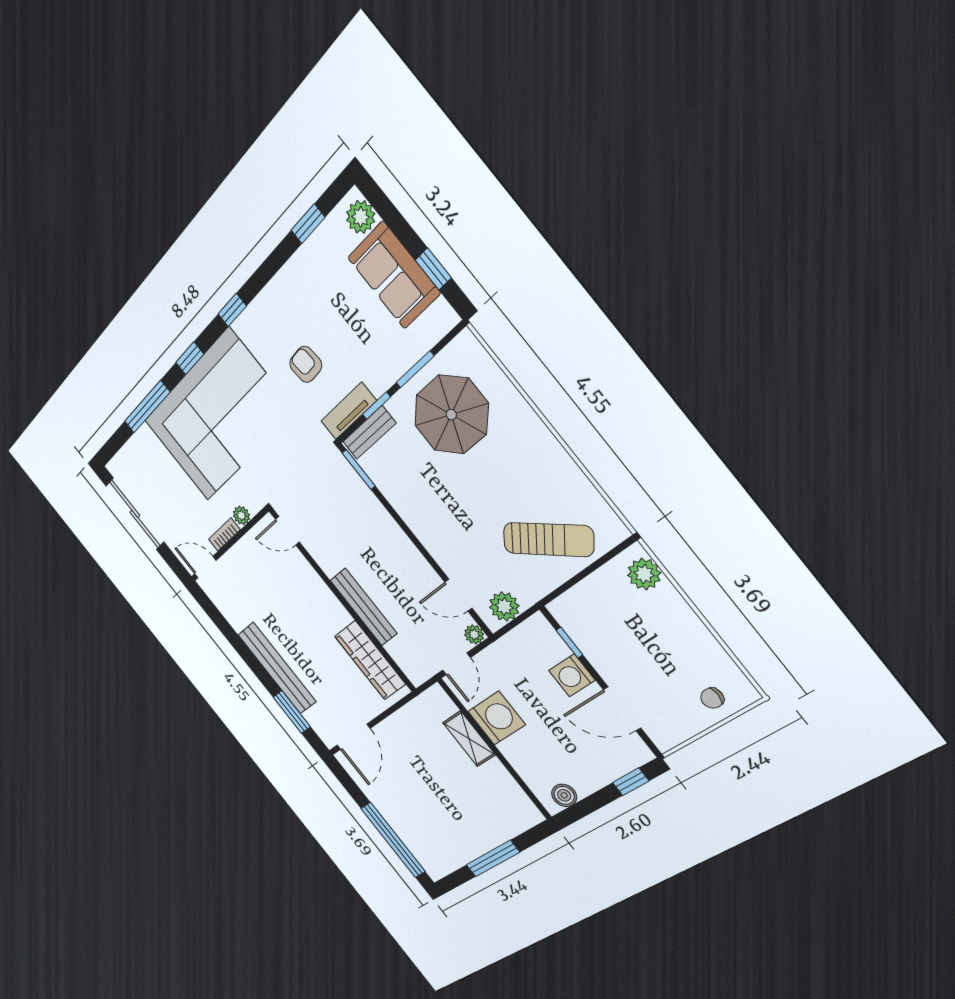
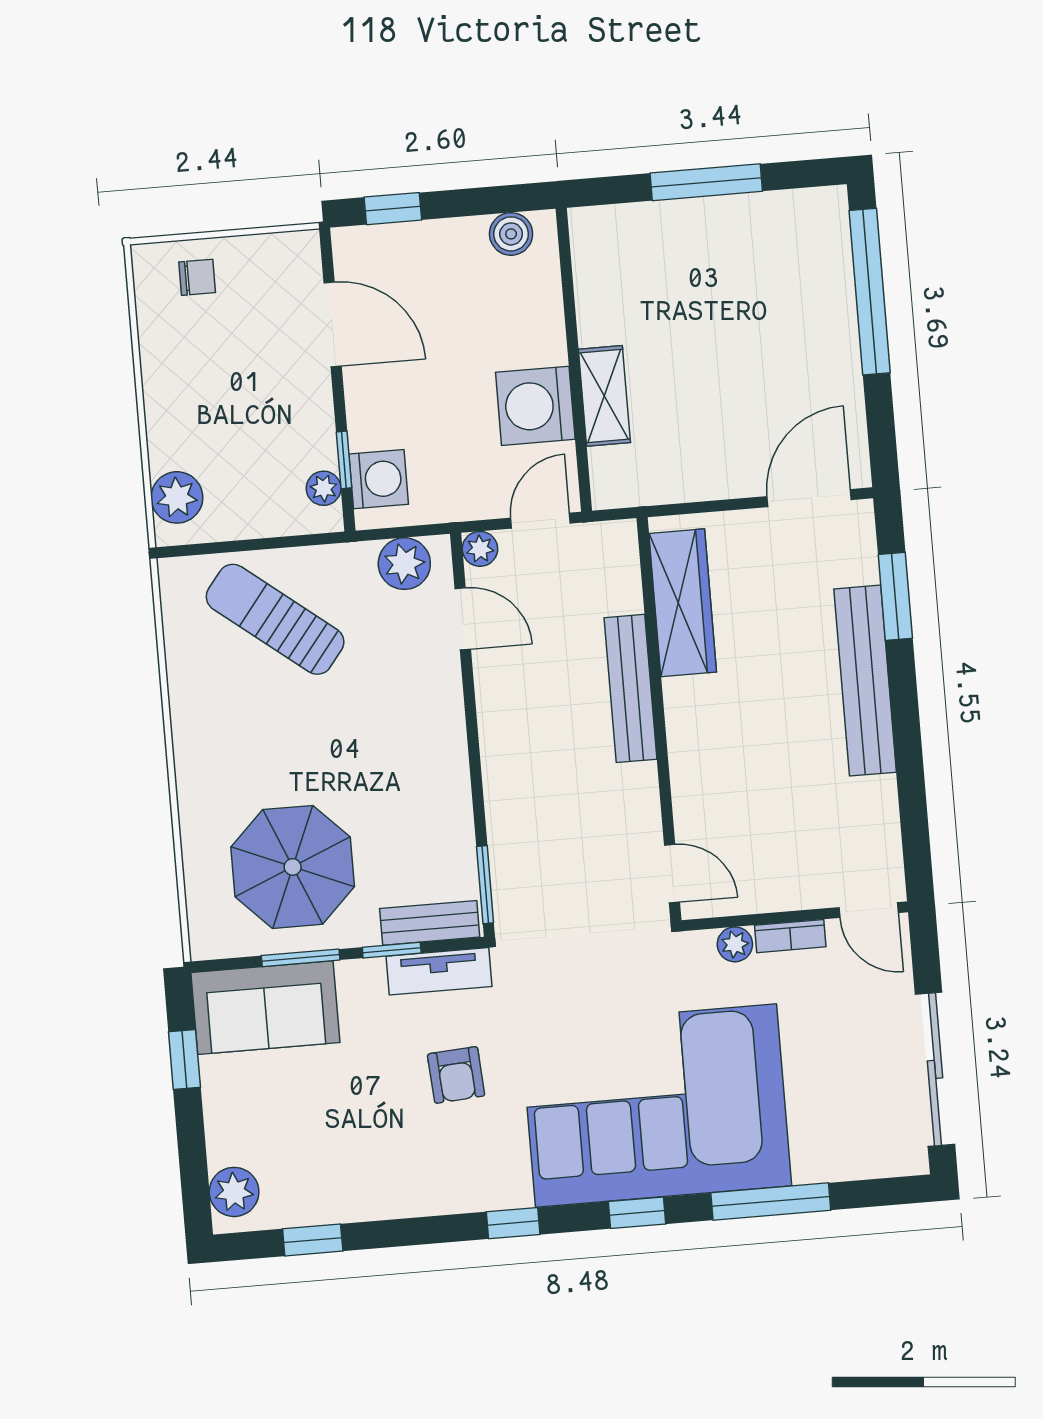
sofa: (394, 275) -> (265, 1008), moved, turned 90
plant: (570, 622) -> (324, 488), added
washing machine: (572, 675) -> (379, 479), moved

